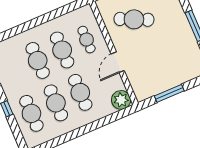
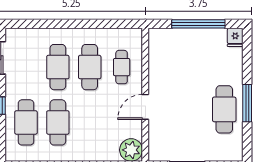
cafe table: (134, 19) -> (224, 109), moved, turned 65
cafe table: (80, 92) -> (90, 122), removed

